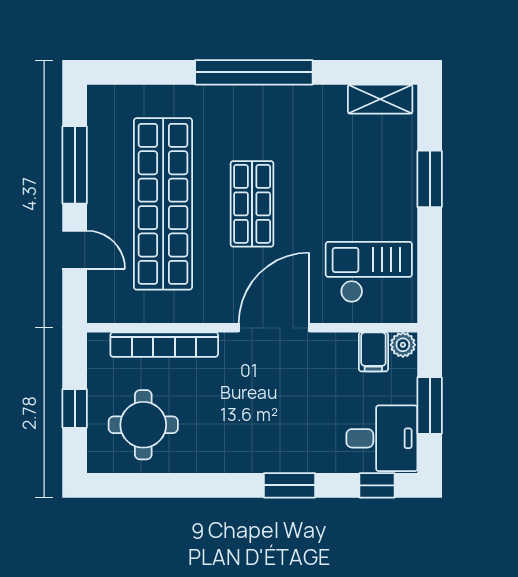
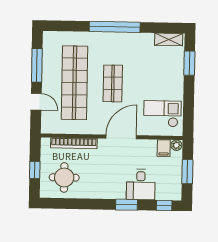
window: (430, 179) -> (189, 63), moved
desk: (382, 438) -> (141, 184), moved, turned 90

